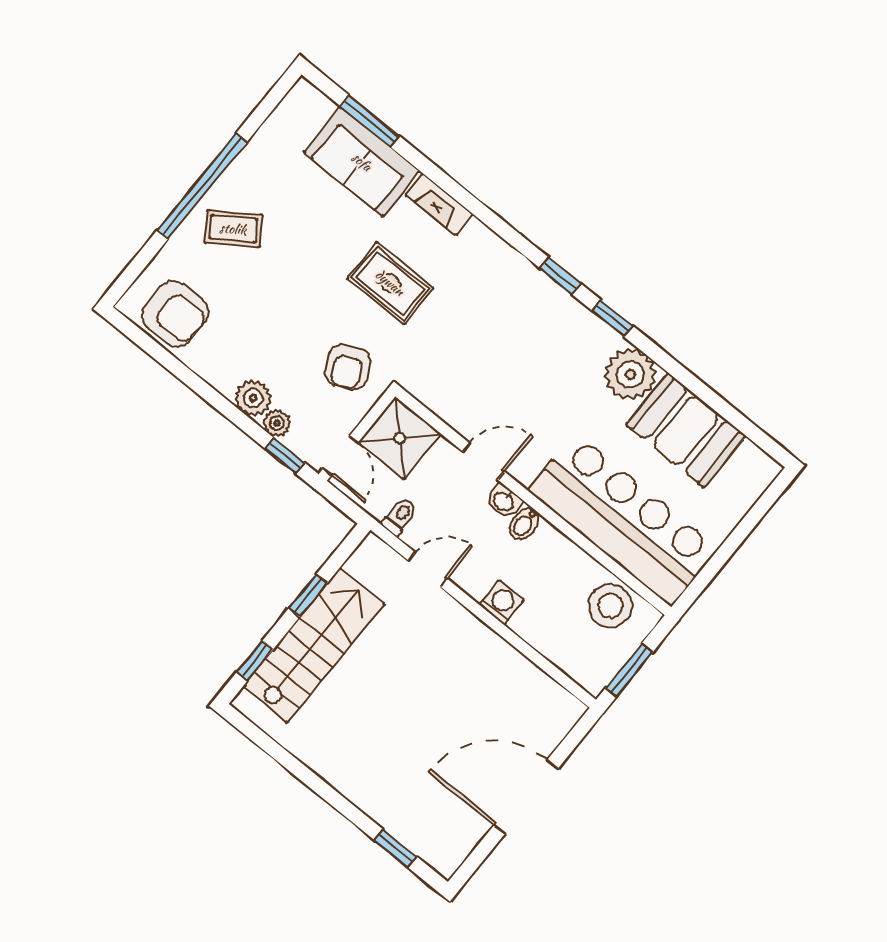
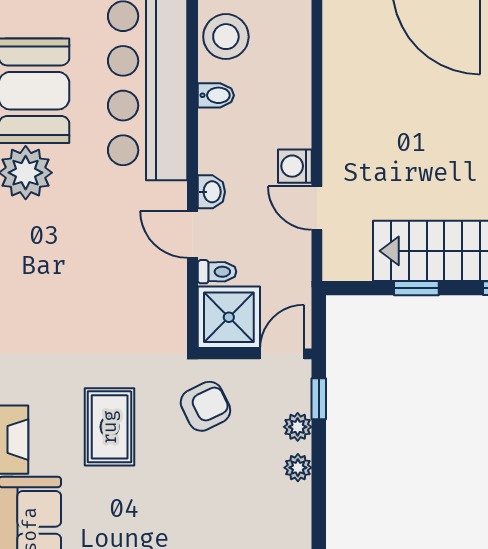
plant: (253, 398) -> (298, 468), width x0.73, depth x0.73
toilet: (400, 517) -> (217, 272), moved, turned 180
bidet: (525, 524) -> (216, 95), moved
washing machine: (502, 602) -> (295, 166), moved

